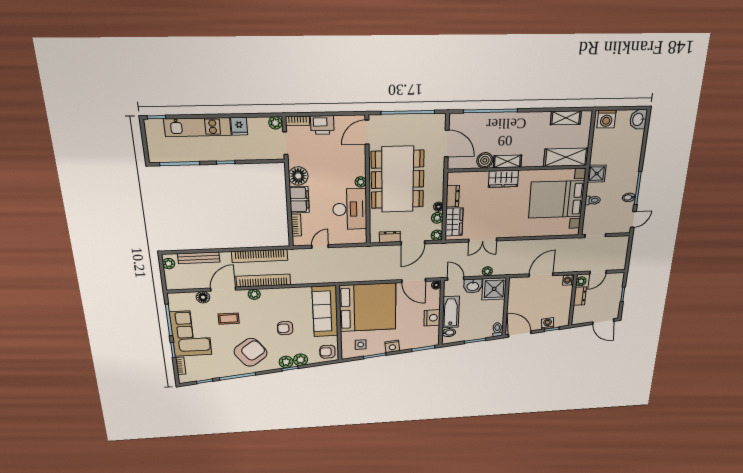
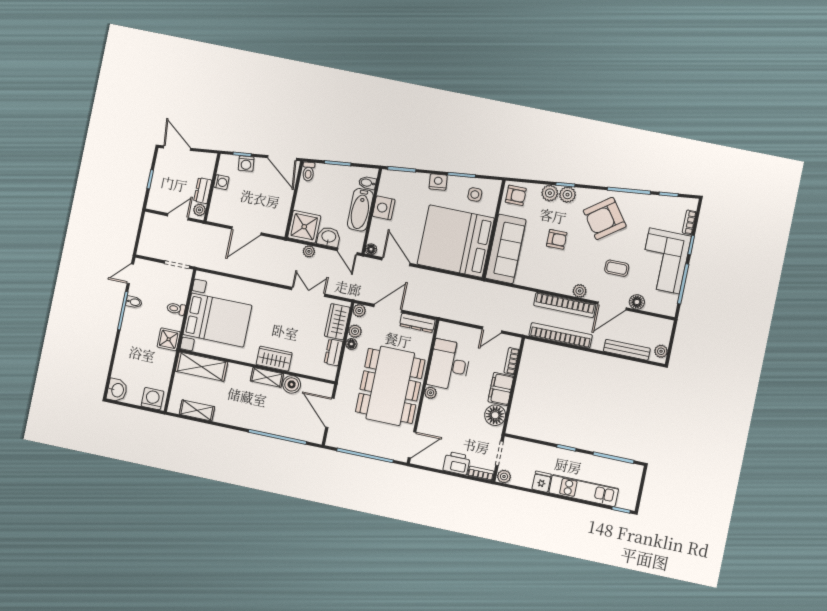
dresser: (390, 237) -> (417, 323), width x1.44
washing machine: (568, 280) -> (221, 182), moved

